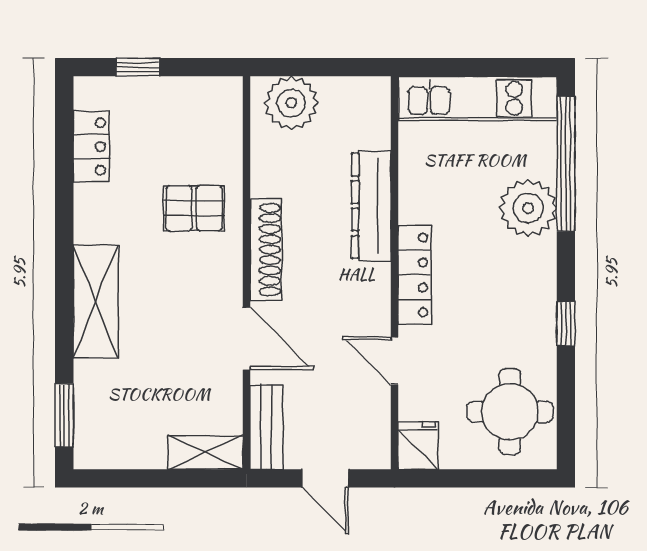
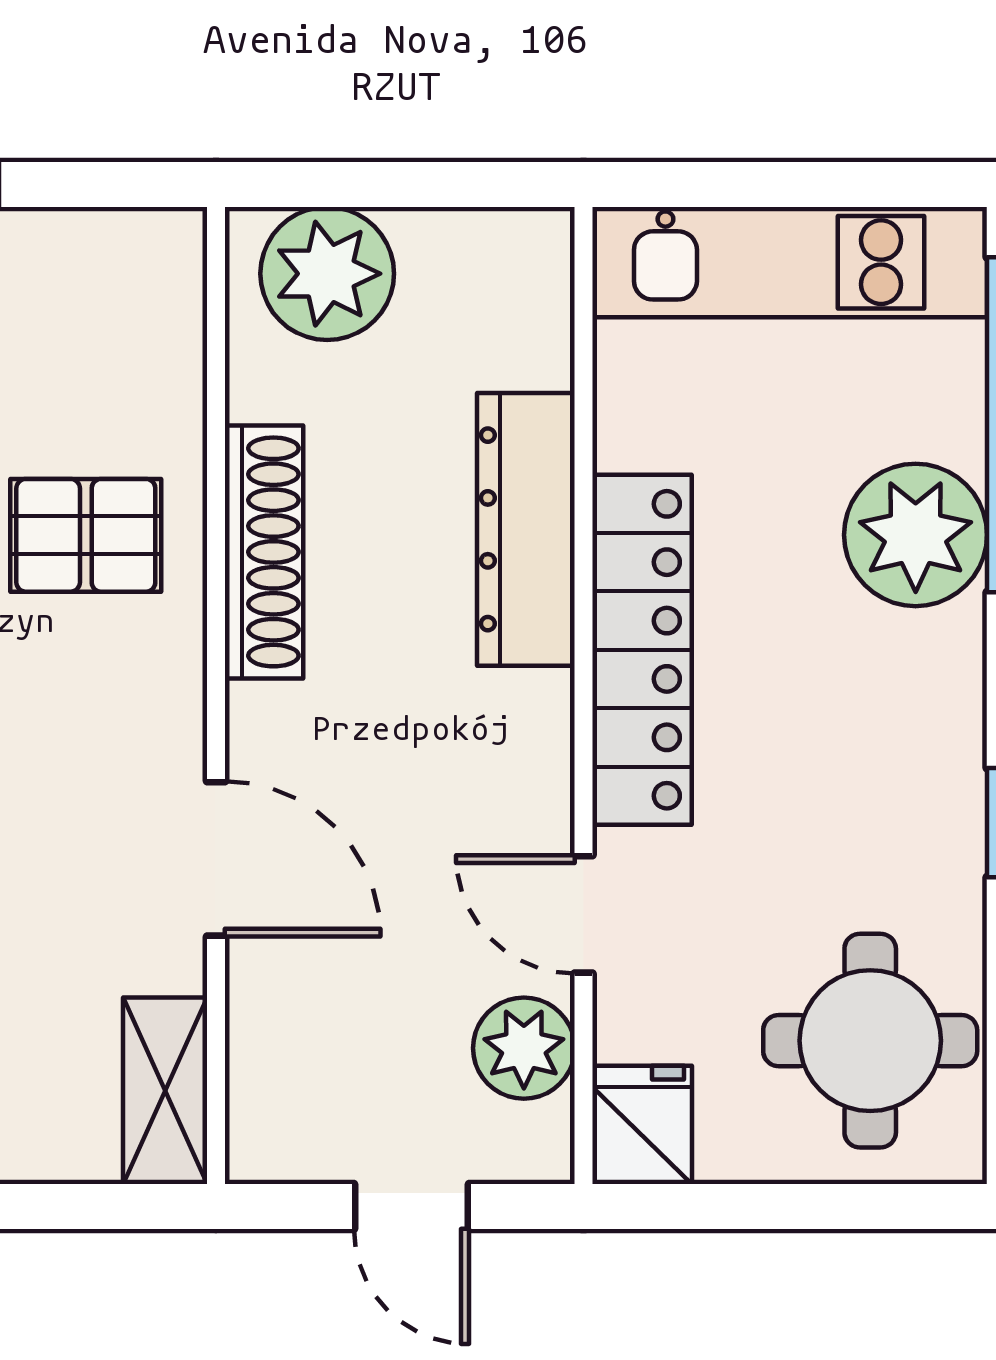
shoe rack: (266, 250) -> (264, 552), moved
locker: (415, 275) -> (642, 650), width x1.41, depth x1.21
plant: (370, 415) -> (524, 1048), added
bench: (266, 427) -> (265, 1079), removed
shelving: (205, 453) -> (165, 1091), moved, turned 90

